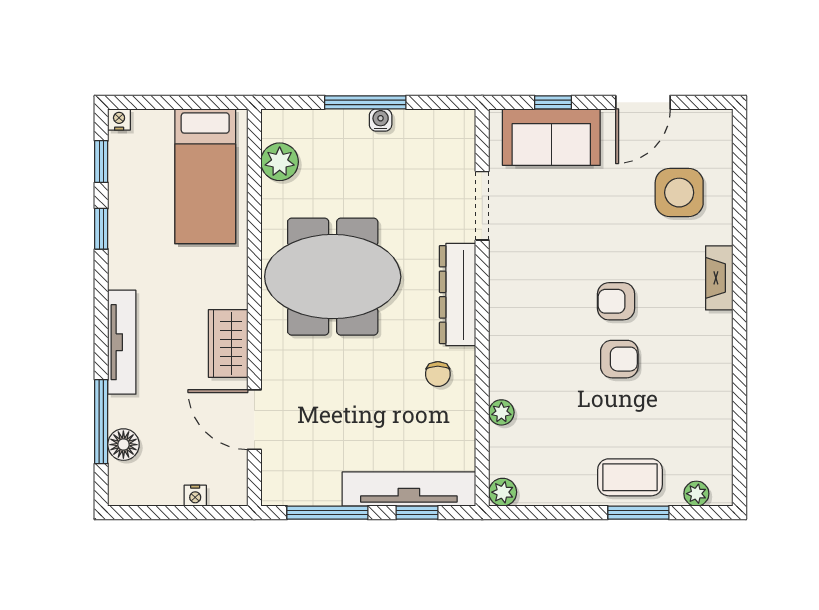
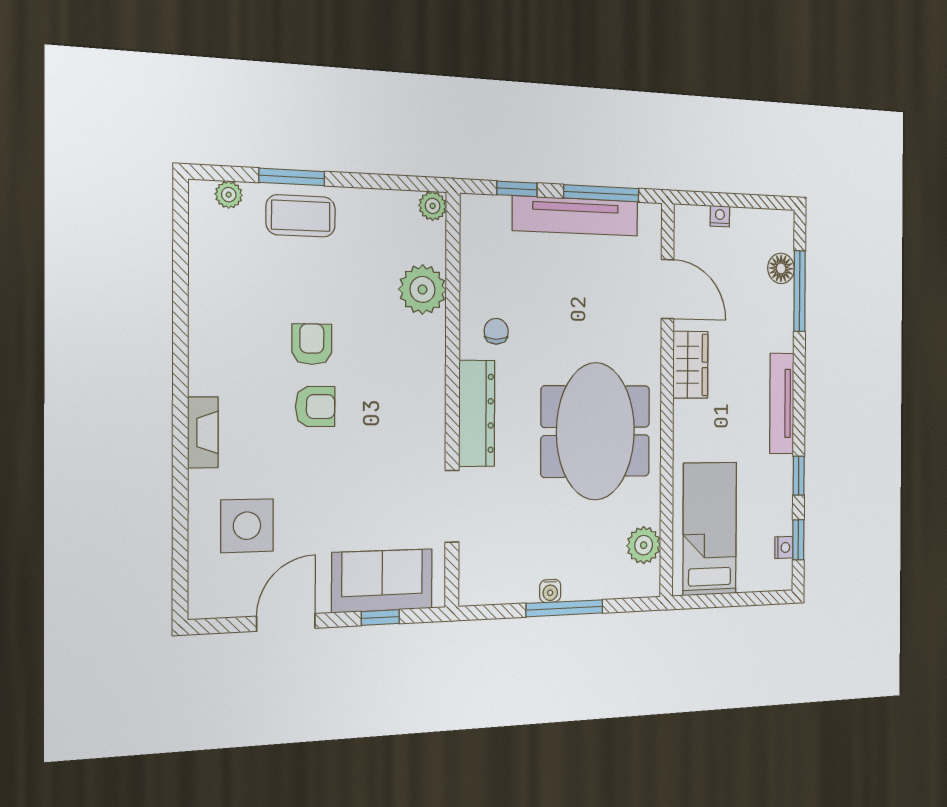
nightstand: (119, 120) -> (784, 547), moved, turned -90
meeting table: (333, 277) -> (596, 431), turned 90
tv unit: (122, 342) -> (782, 403), moved
armchair: (619, 359) -> (312, 344), turned 90
plant: (501, 412) -> (423, 289), width x1.88, depth x1.88
tv unit: (409, 489) -> (576, 216), moved

